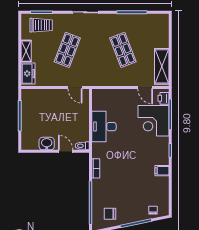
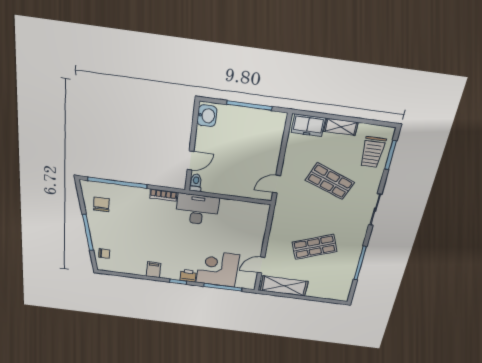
printer: (163, 98) -> (188, 276), moved
desk: (104, 127) -> (197, 209), moved
washbasin: (47, 144) -> (207, 116), moved

